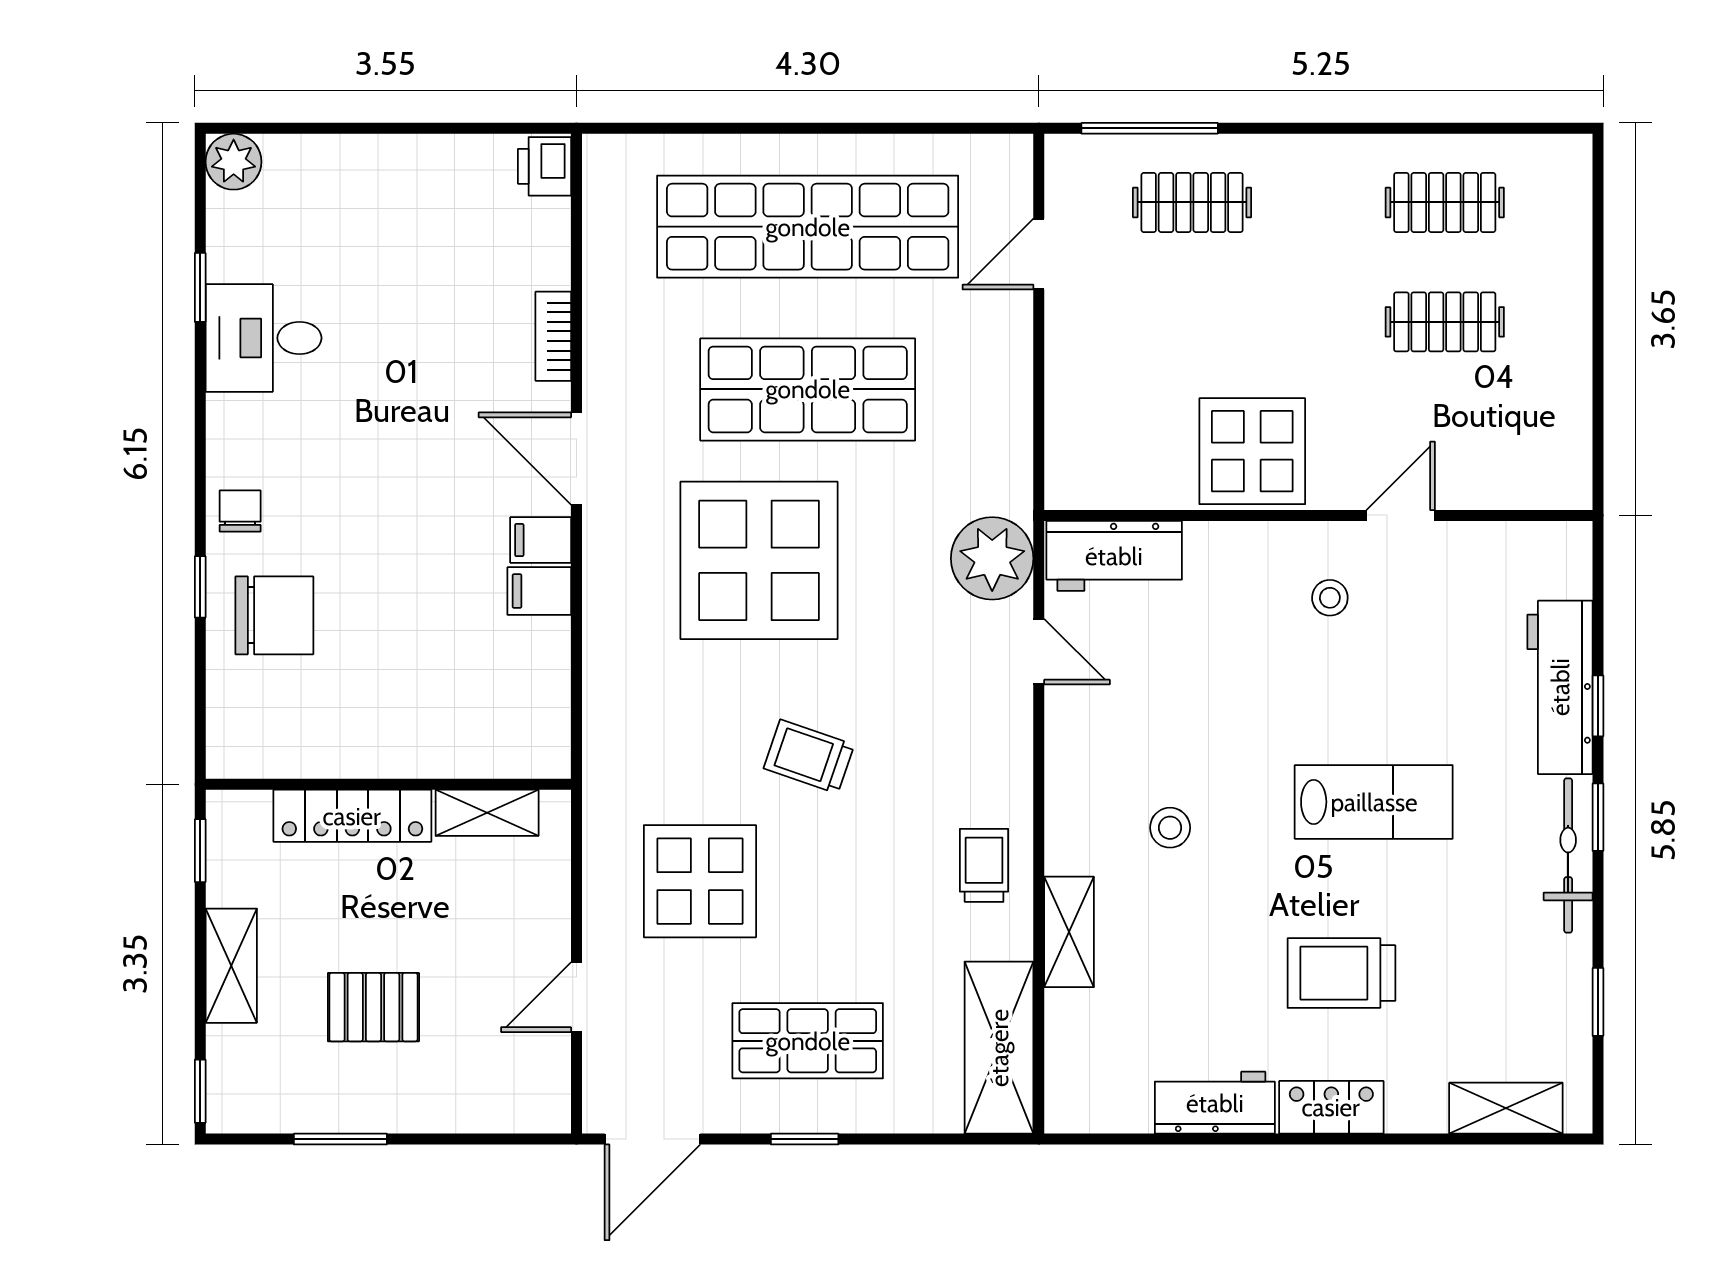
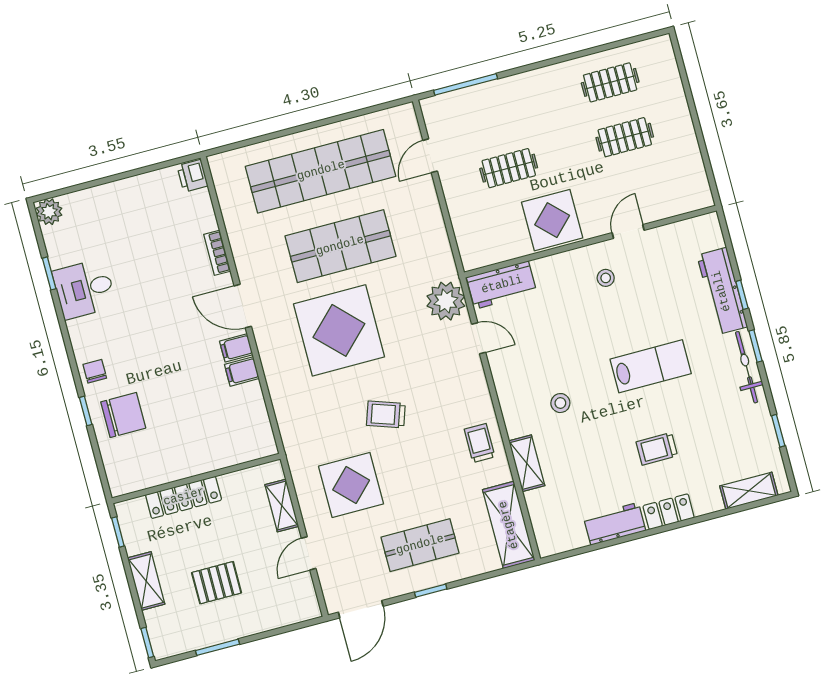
clothes rail: (1192, 202) -> (509, 168), moved
shelving: (487, 813) -> (282, 506), moved, turned 90
trolley: (1341, 973) -> (657, 449), width x0.73, depth x0.72

